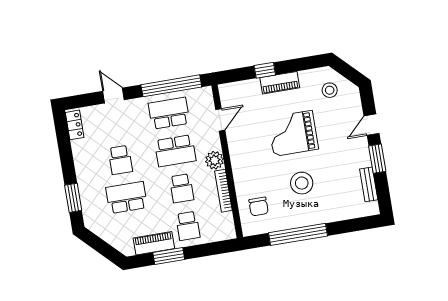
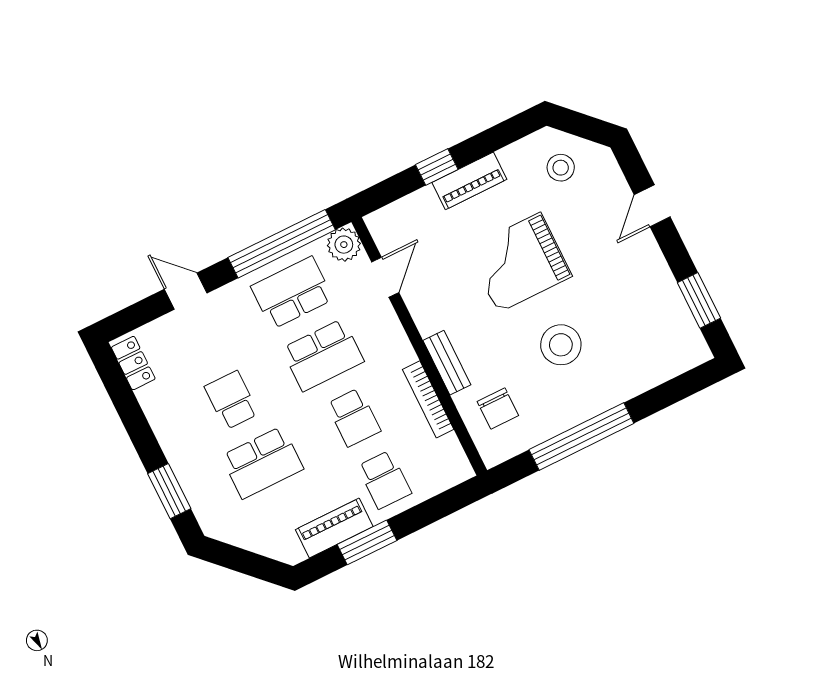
window: (377, 159) -> (699, 300), moved
school desk: (120, 160) -> (232, 400), turned 180
plant: (215, 160) -> (344, 245), moved
bench: (369, 184) -> (447, 363), moved
school desk: (127, 198) -> (262, 462), turned 180

